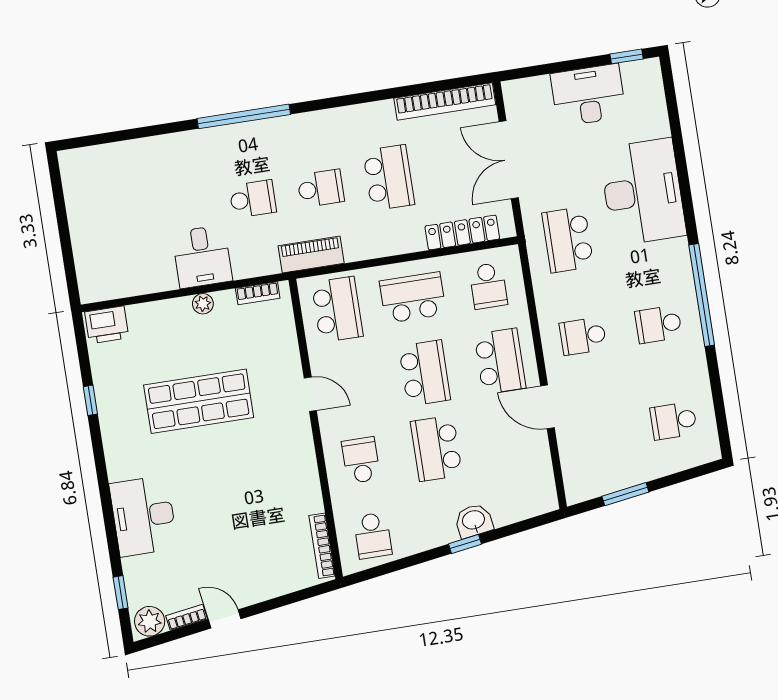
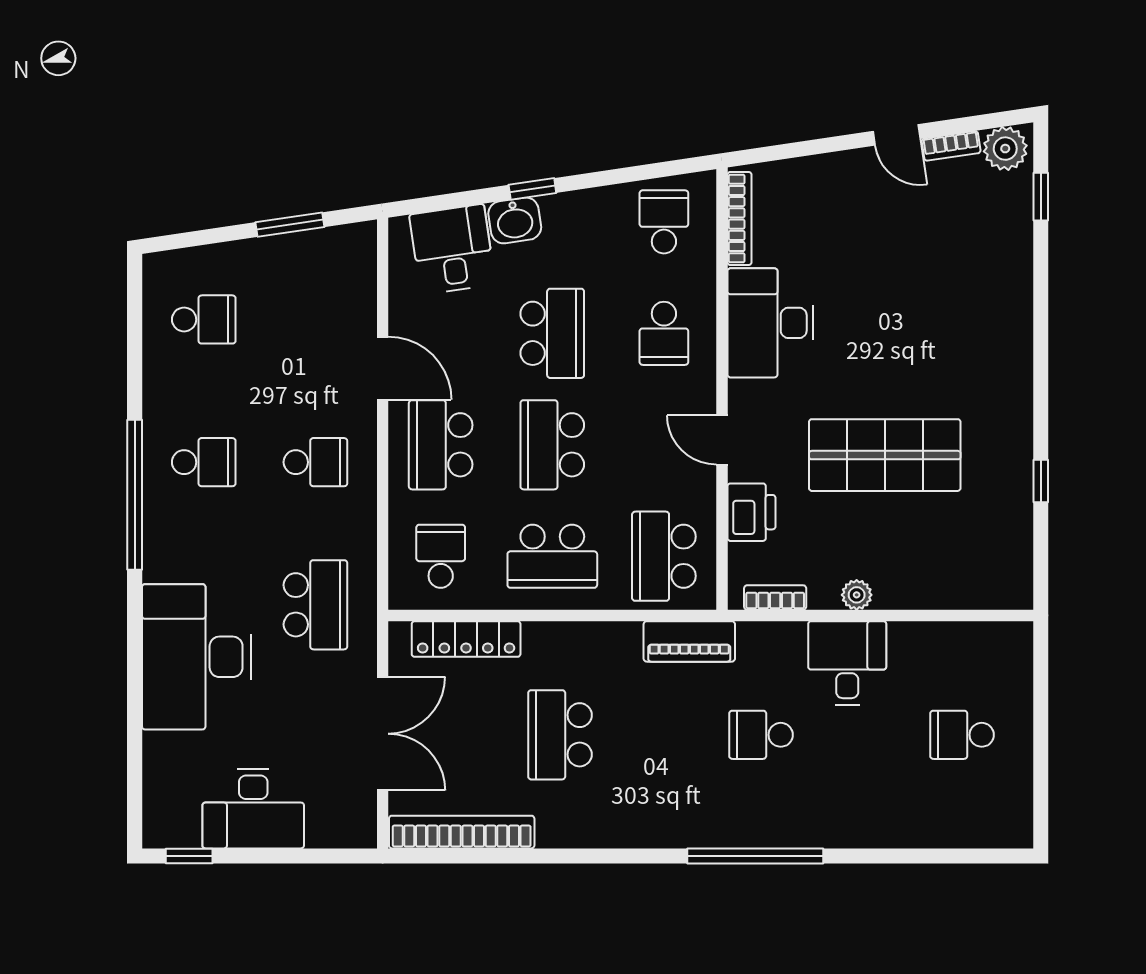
school desk: (321, 188) -> (962, 735), moved
printer: (107, 325) -> (751, 512), moved, turned 90
desk: (513, 495) -> (452, 249), added
desk: (143, 516) -> (771, 323), moved, turned 180

